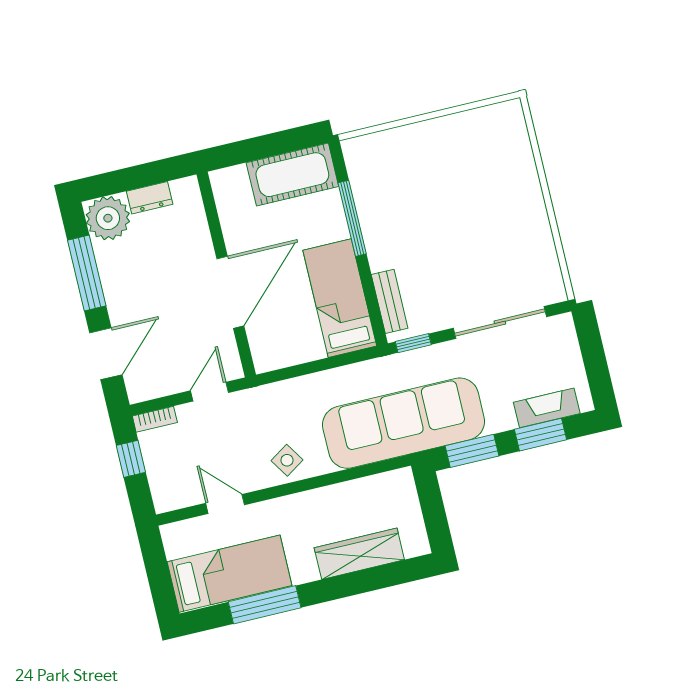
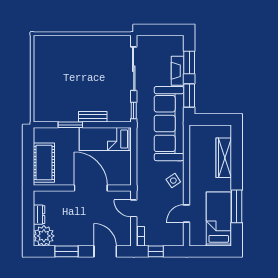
cot: (292, 175) -> (44, 163), moved
window: (352, 218) -> (70, 125), width x0.69
window: (87, 273) -> (66, 251), width x0.69
bench: (390, 301) -> (93, 117), moved
fireplace: (547, 408) -> (178, 71), moved

